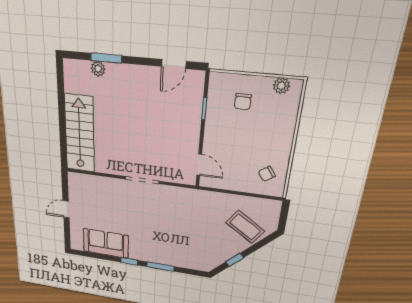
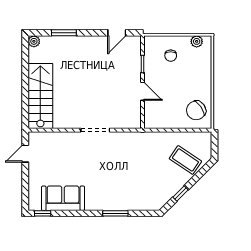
plant: (98, 69) -> (34, 41), moved
door: (199, 165) -> (142, 91), moved
chair: (267, 174) -> (196, 110), width x1.87, depth x1.87
door: (66, 209) -> (25, 154), moved
window: (129, 261) -> (43, 213), moved

